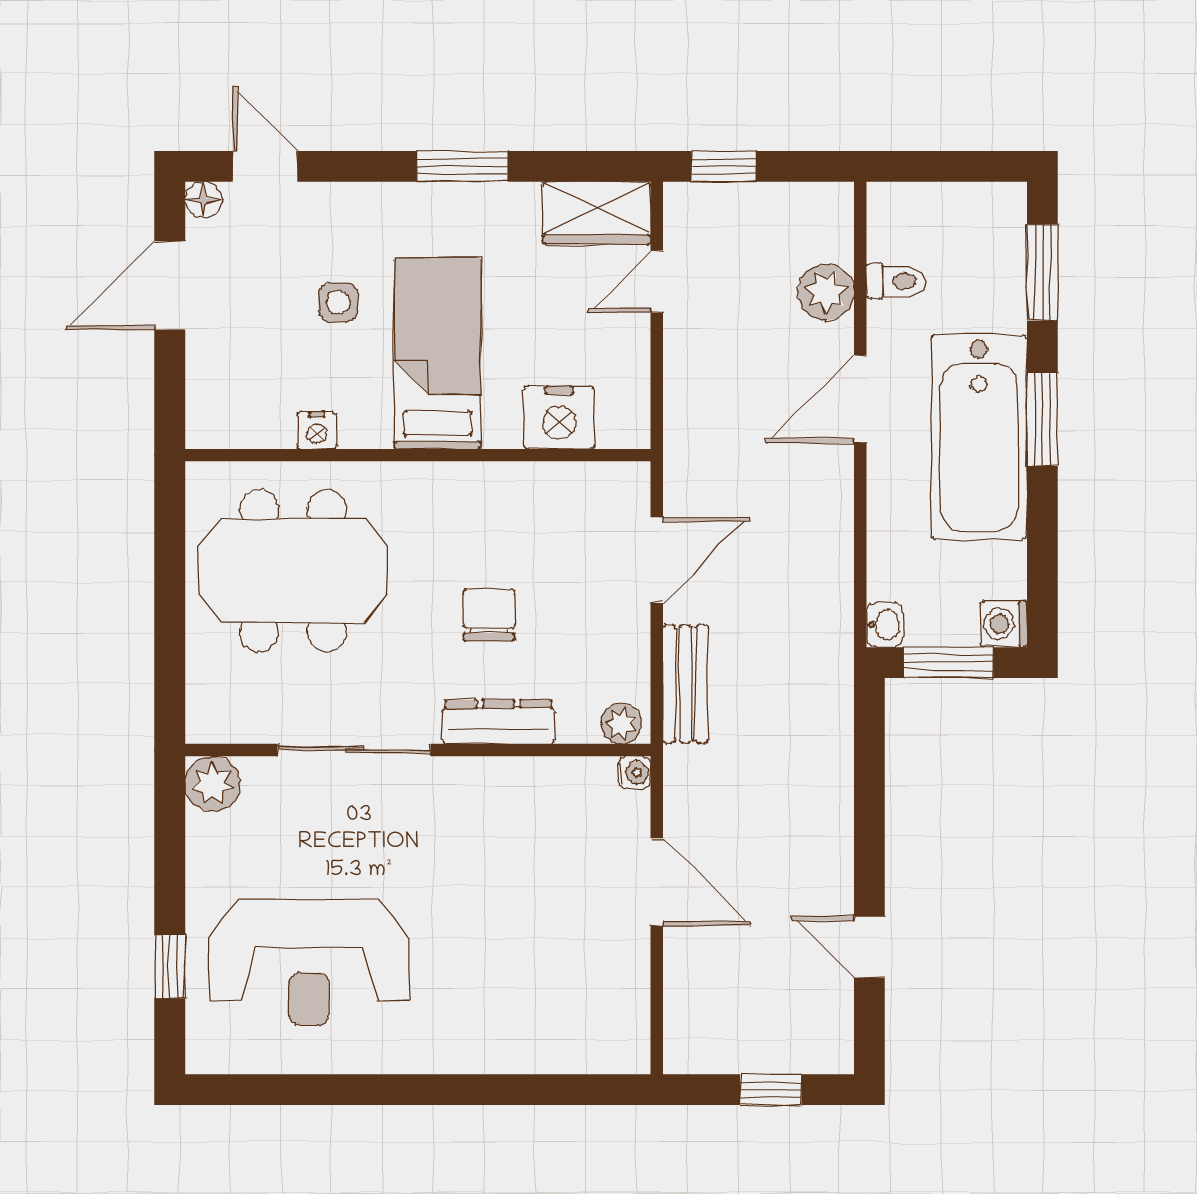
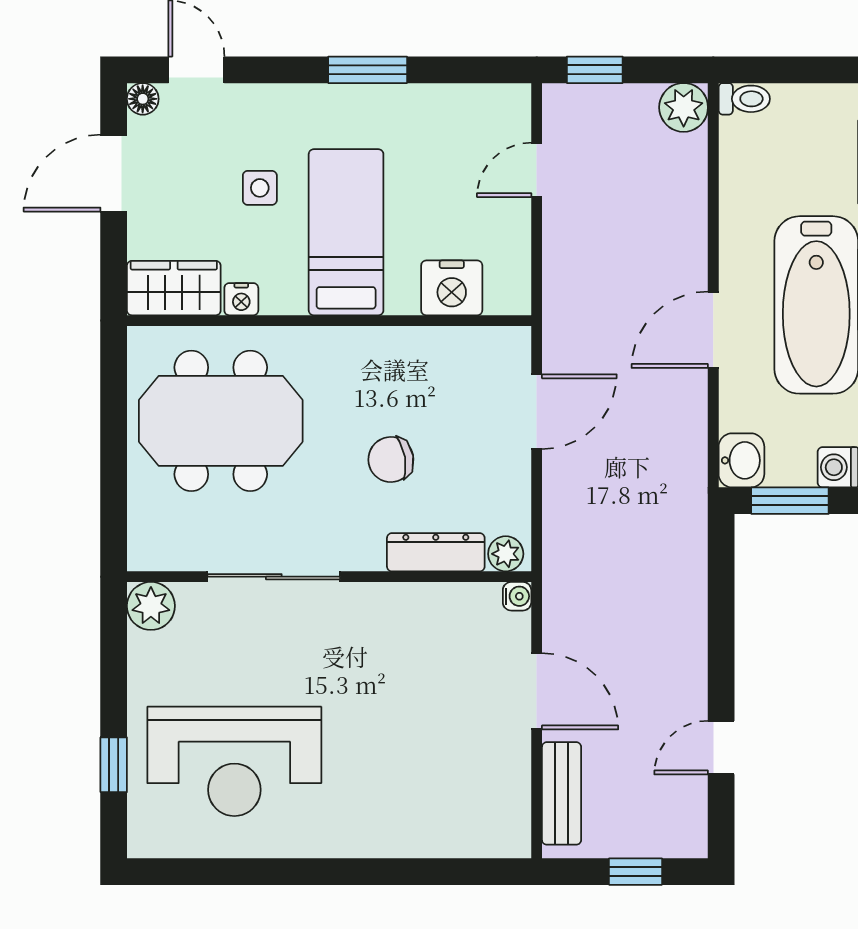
wardrobe: (597, 213) -> (174, 288), moved, turned 180
toilet: (896, 281) -> (744, 99), moved
plant: (826, 292) -> (684, 107), moved
door: (860, 399) -> (713, 330), moved
chair: (489, 615) -> (391, 460), turned -100
washbasin: (885, 625) -> (741, 460), width x1.38, depth x1.45
bench: (686, 684) -> (562, 793), moved
dresser: (498, 722) -> (436, 552), moved
door: (869, 947) -> (721, 748), hinge flipped

